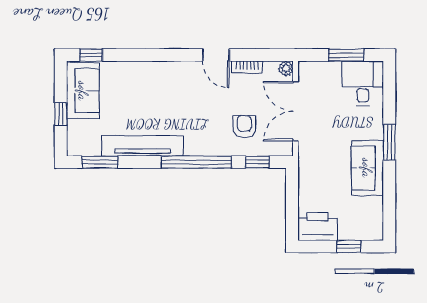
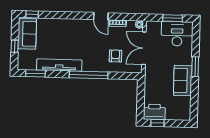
desk: (363, 83) -> (177, 34), width x1.37
window: (257, 162) -> (122, 76), removed
window: (349, 246) -> (157, 123), moved

